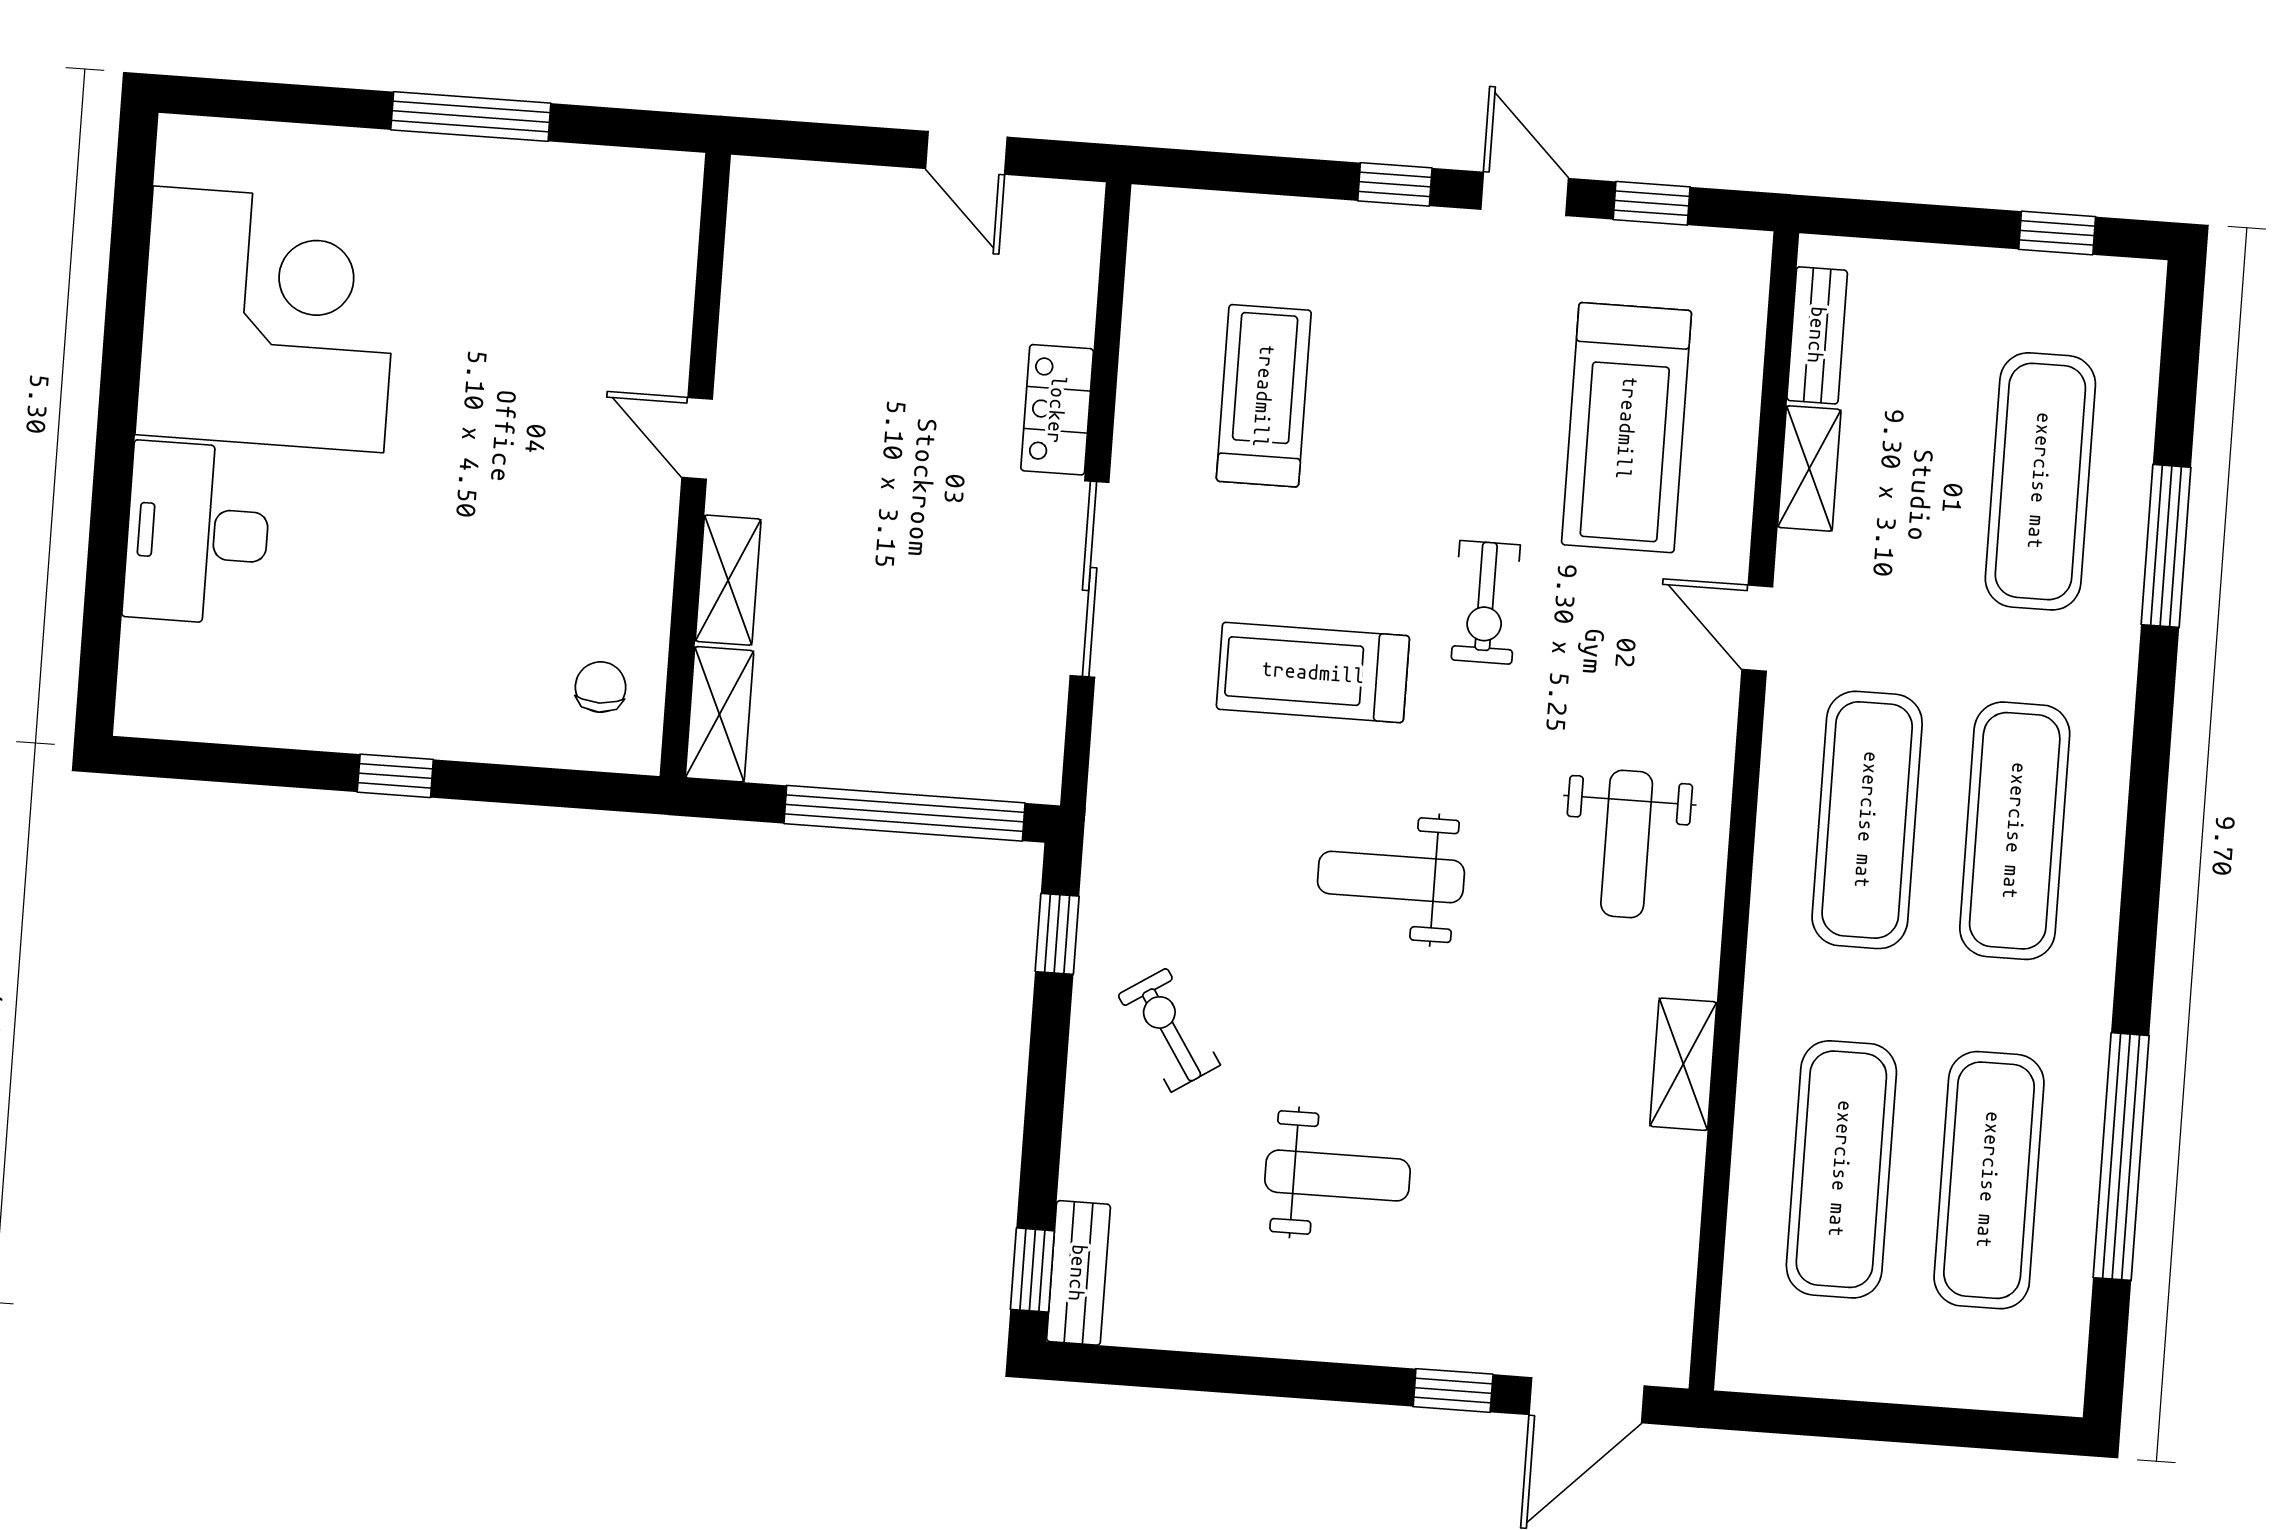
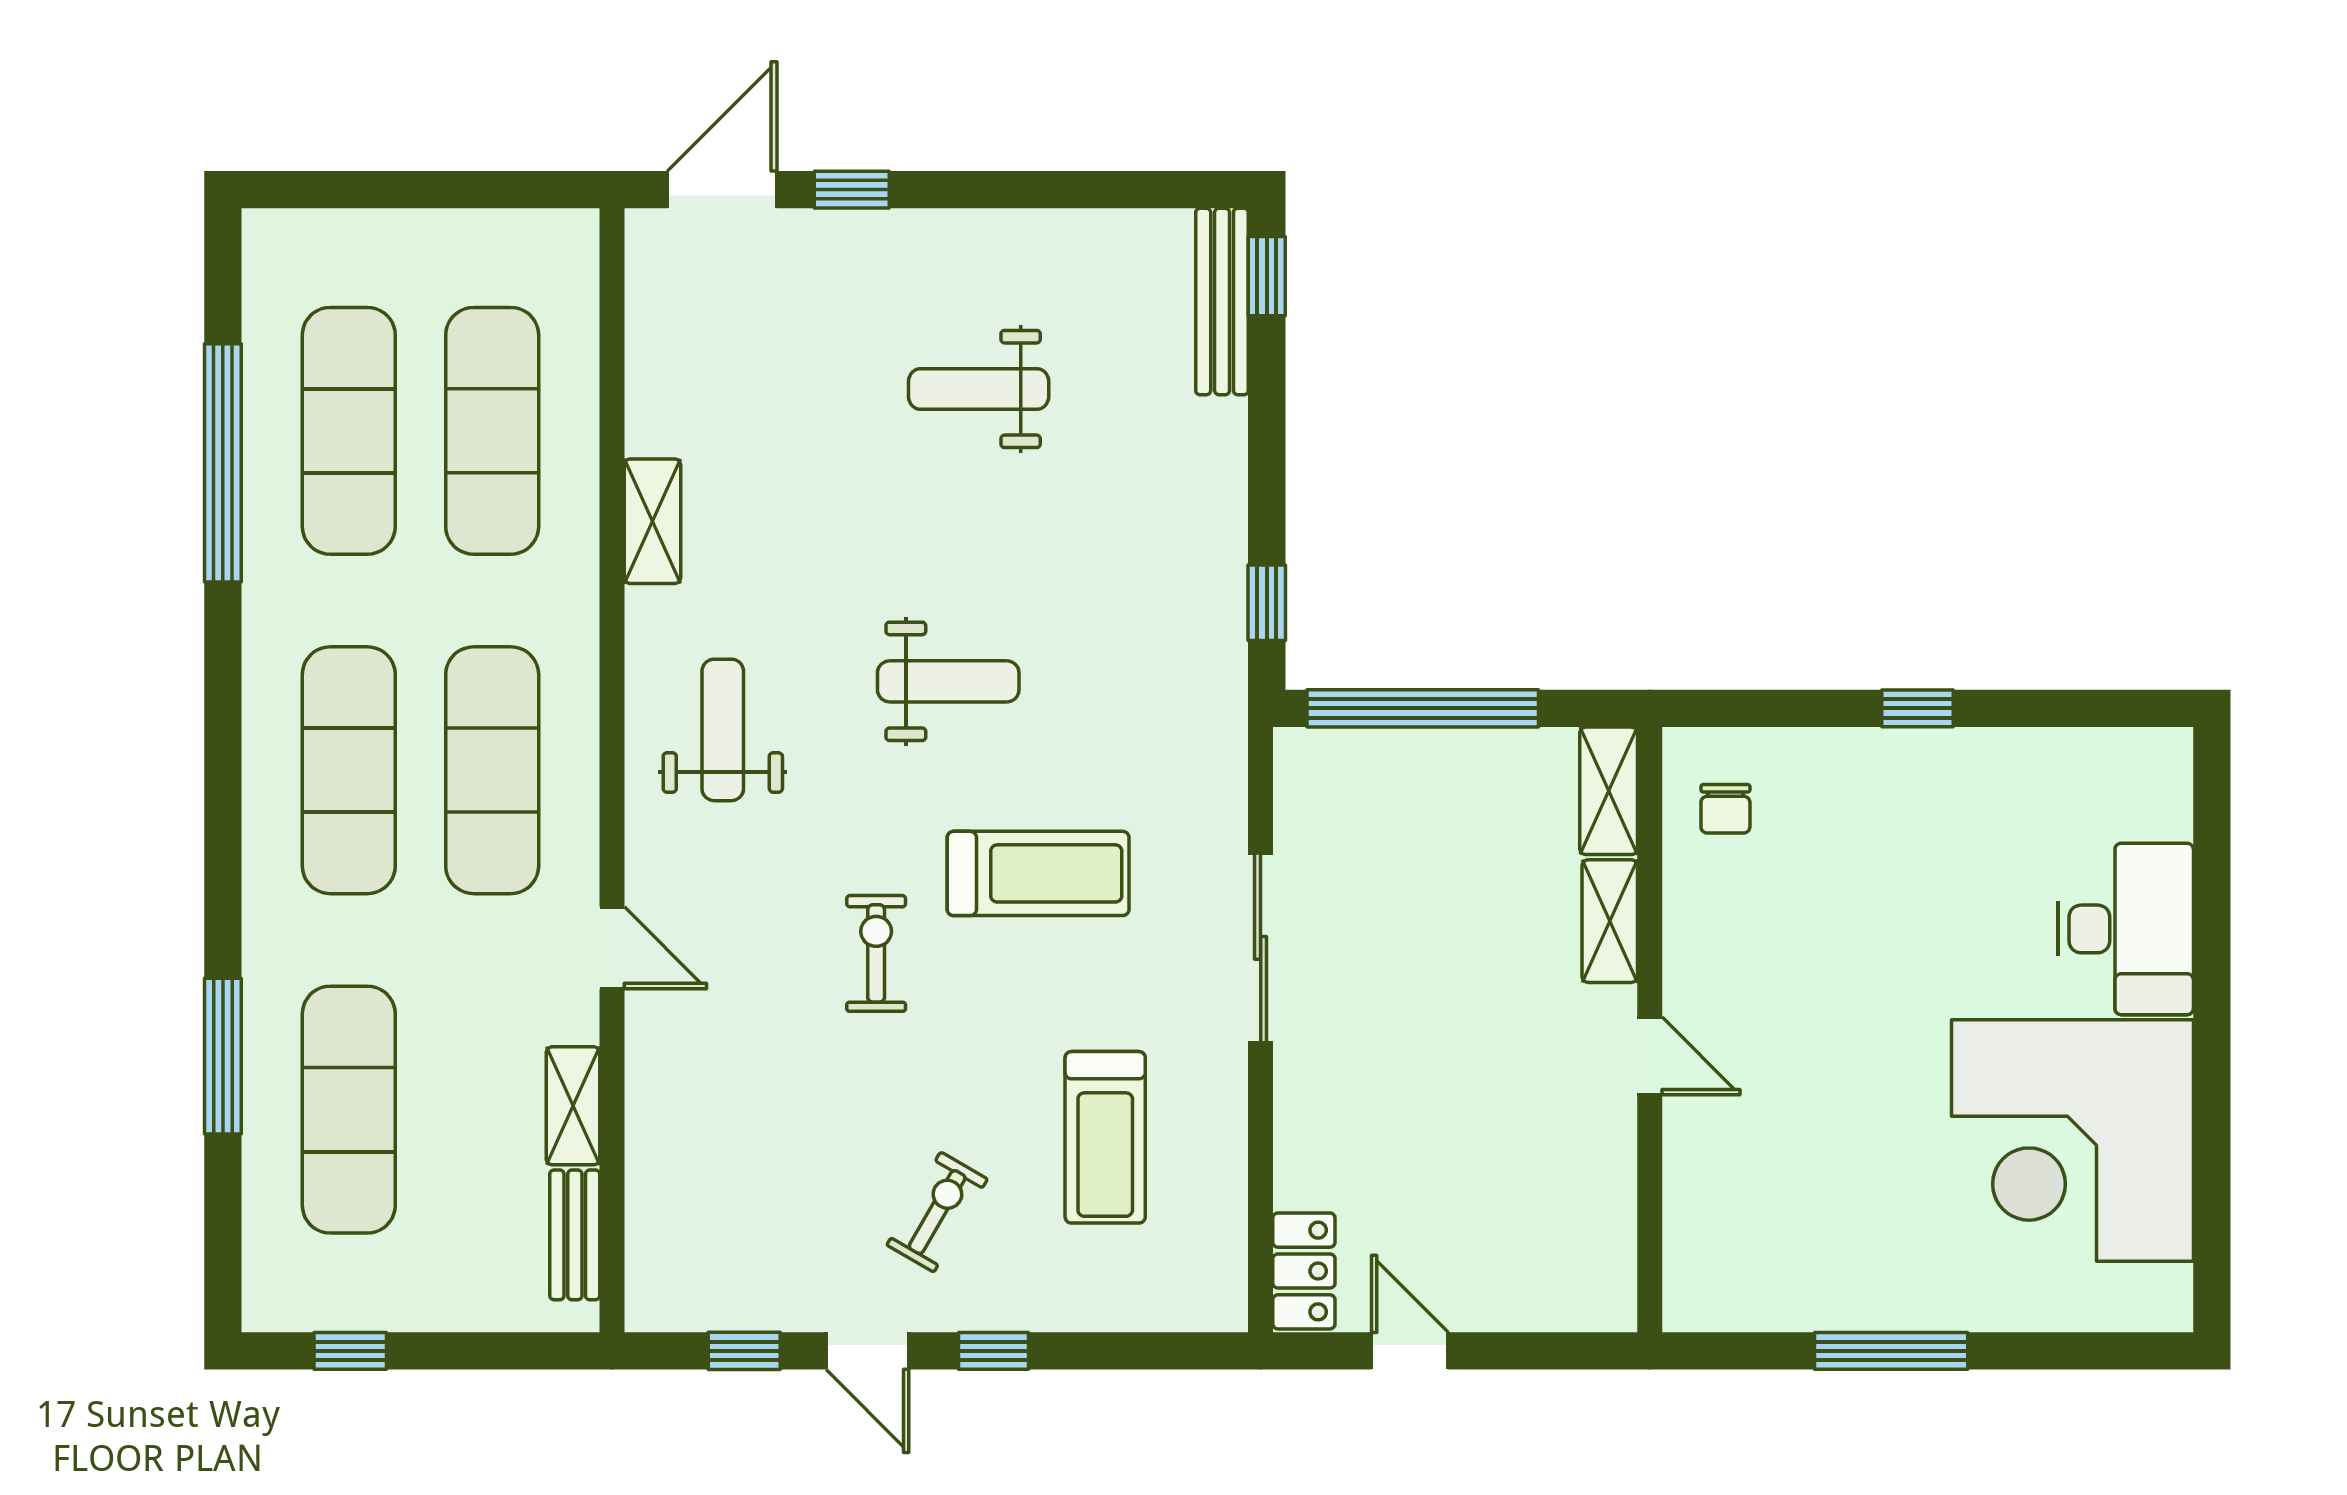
locker: (1057, 410) -> (1304, 1271), moved
treadmill: (1627, 428) -> (752, 1132), removed
exercise bike: (1169, 1030) -> (937, 1212), moved, turned -117
bench: (1078, 1273) -> (1222, 301), width x1.36

